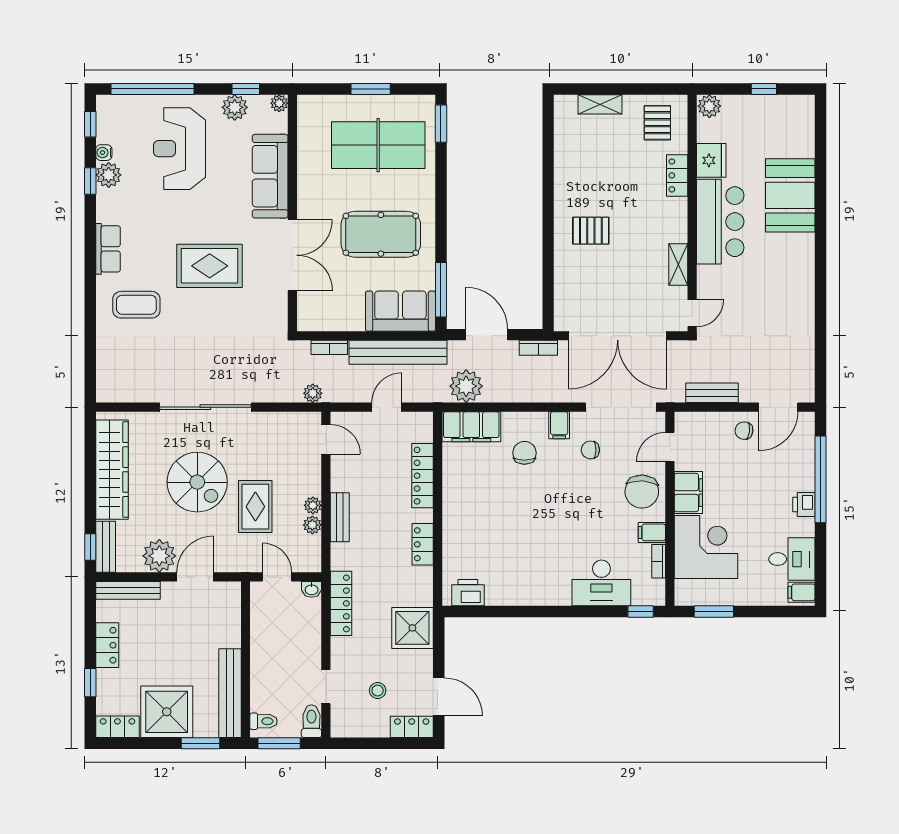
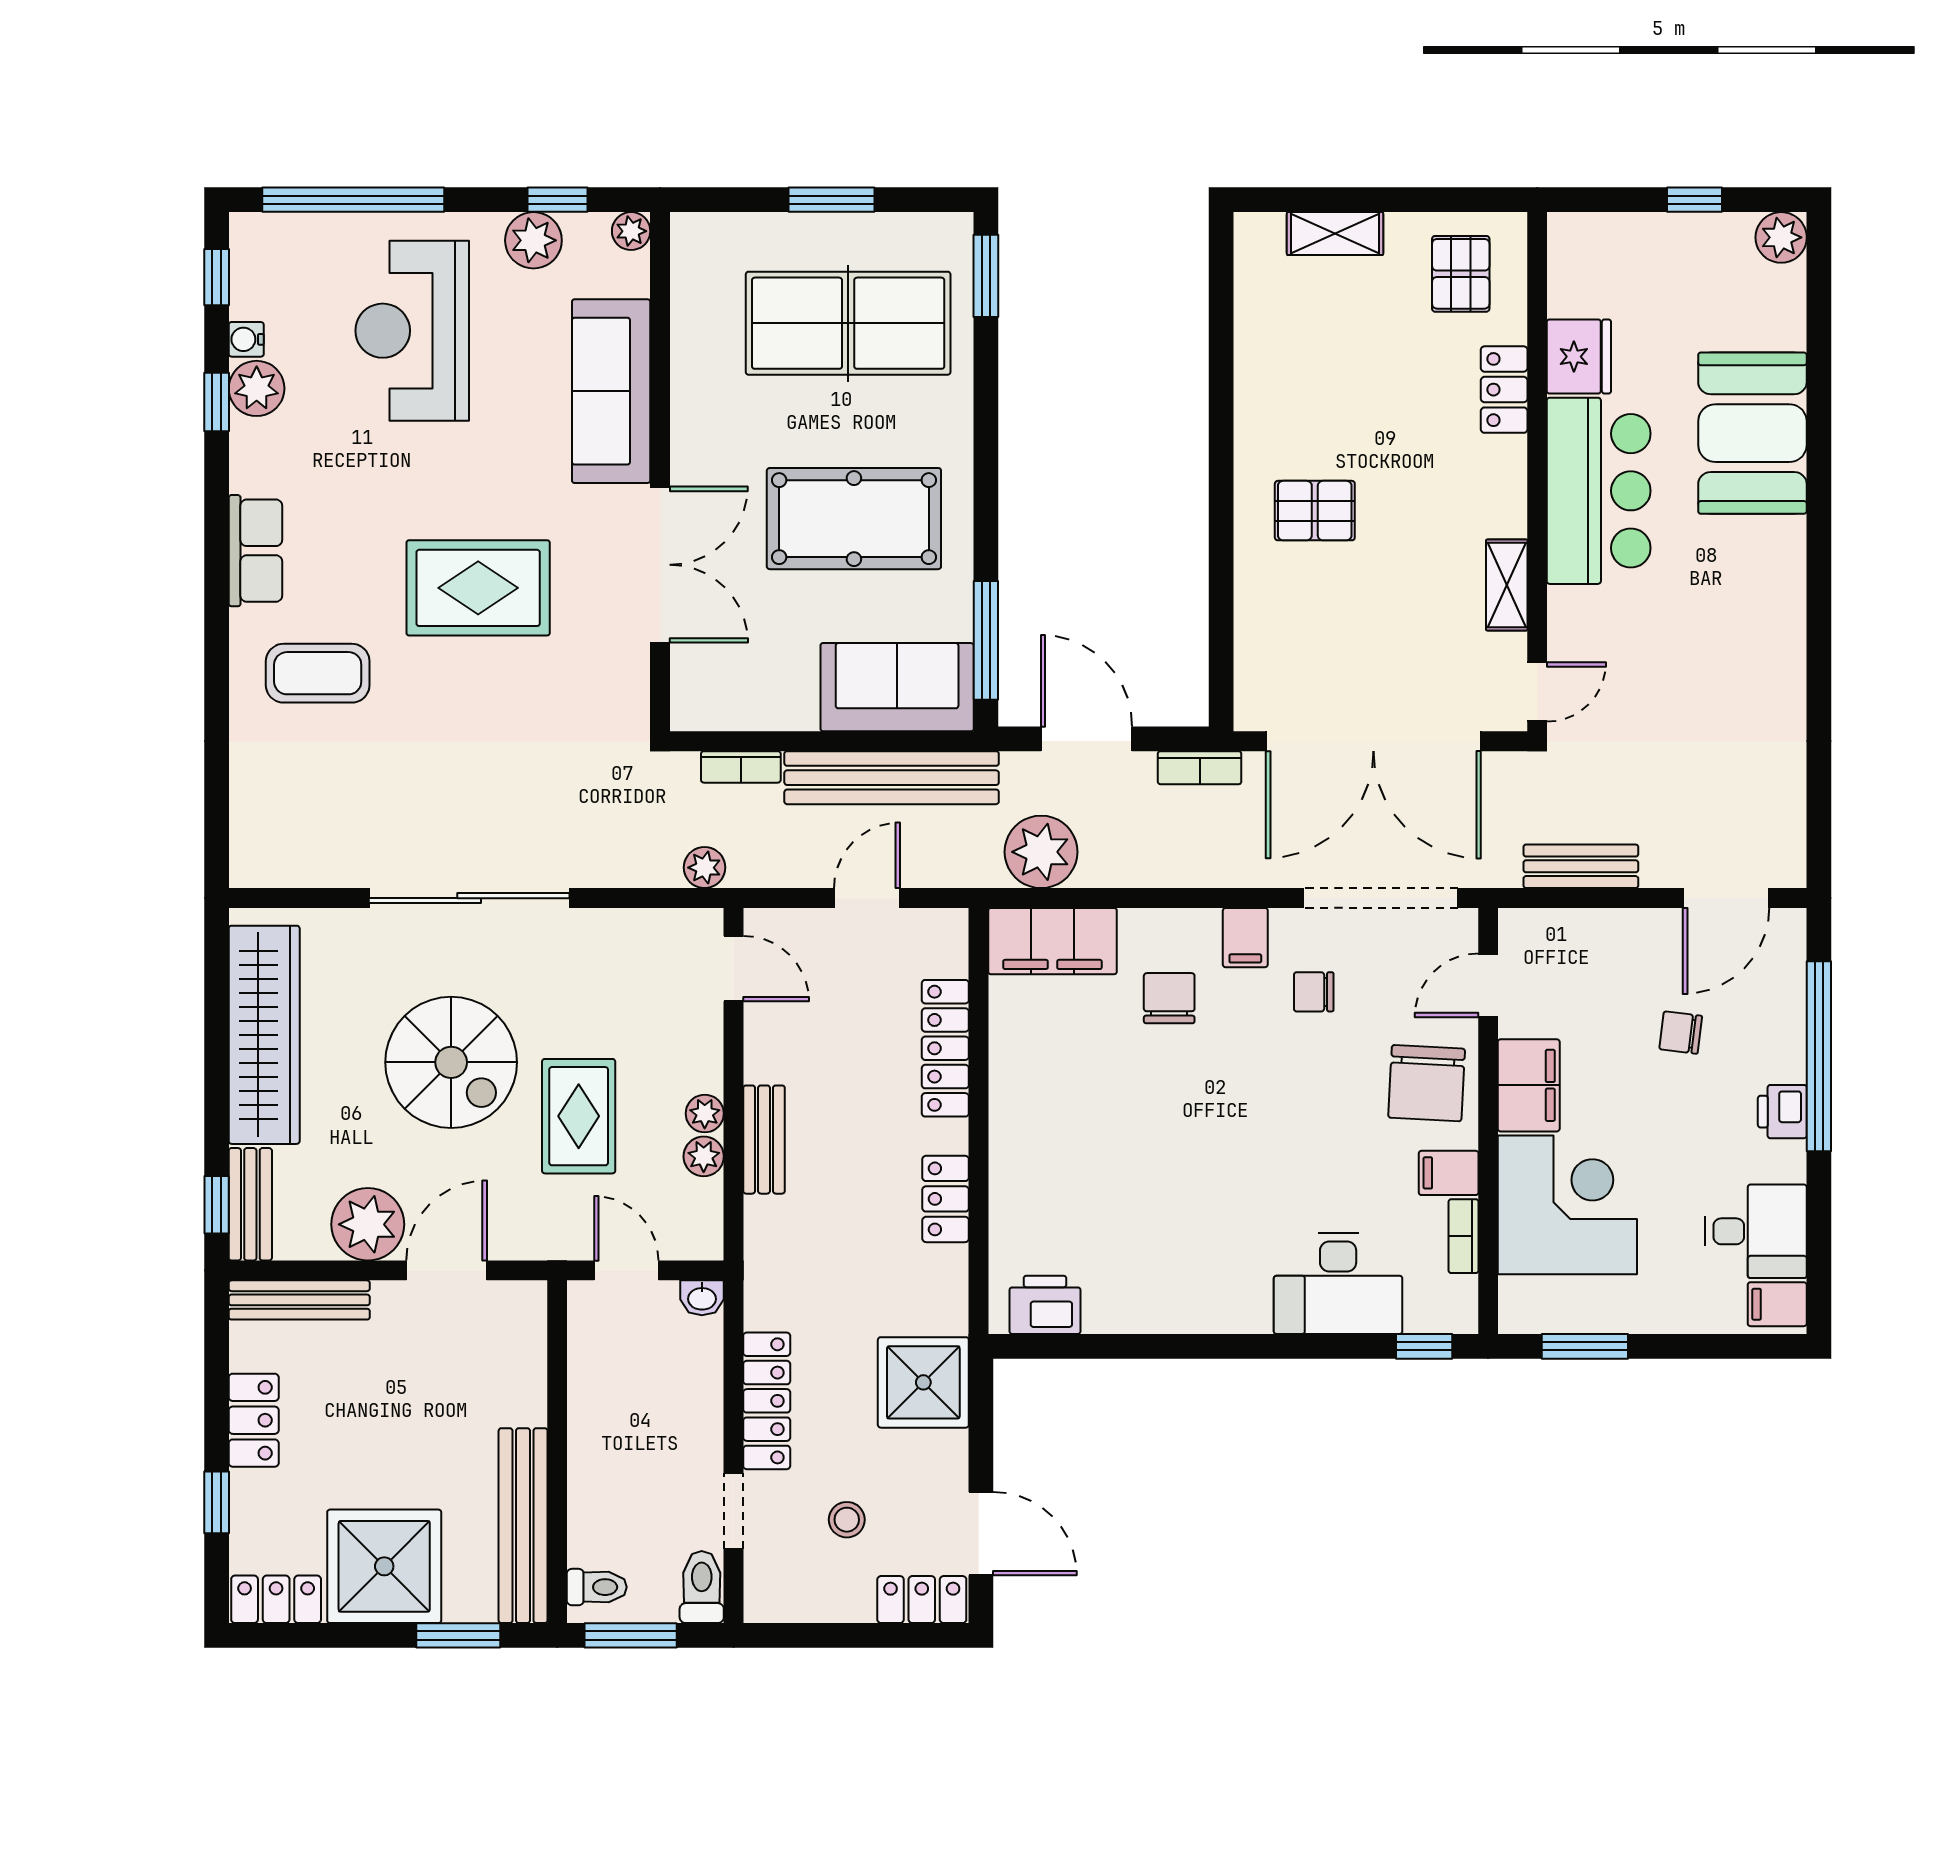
plant: (709, 106) -> (1781, 237), moved
chair: (744, 431) -> (1681, 1033), moved
locker: (341, 603) -> (767, 1401), moved

